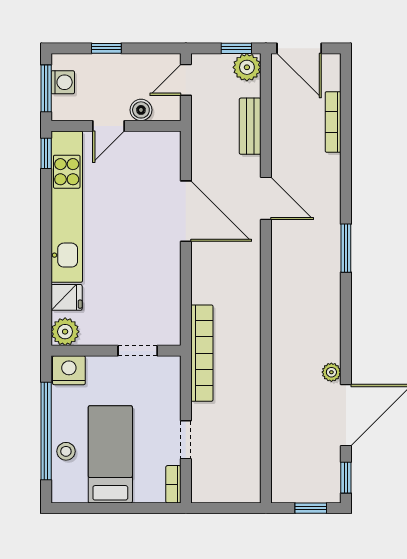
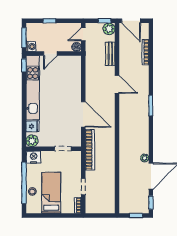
washing machine: (63, 82) -> (31, 47), moved
boiler: (141, 110) -> (76, 47), moved
door: (186, 211) -> (83, 114), moved

